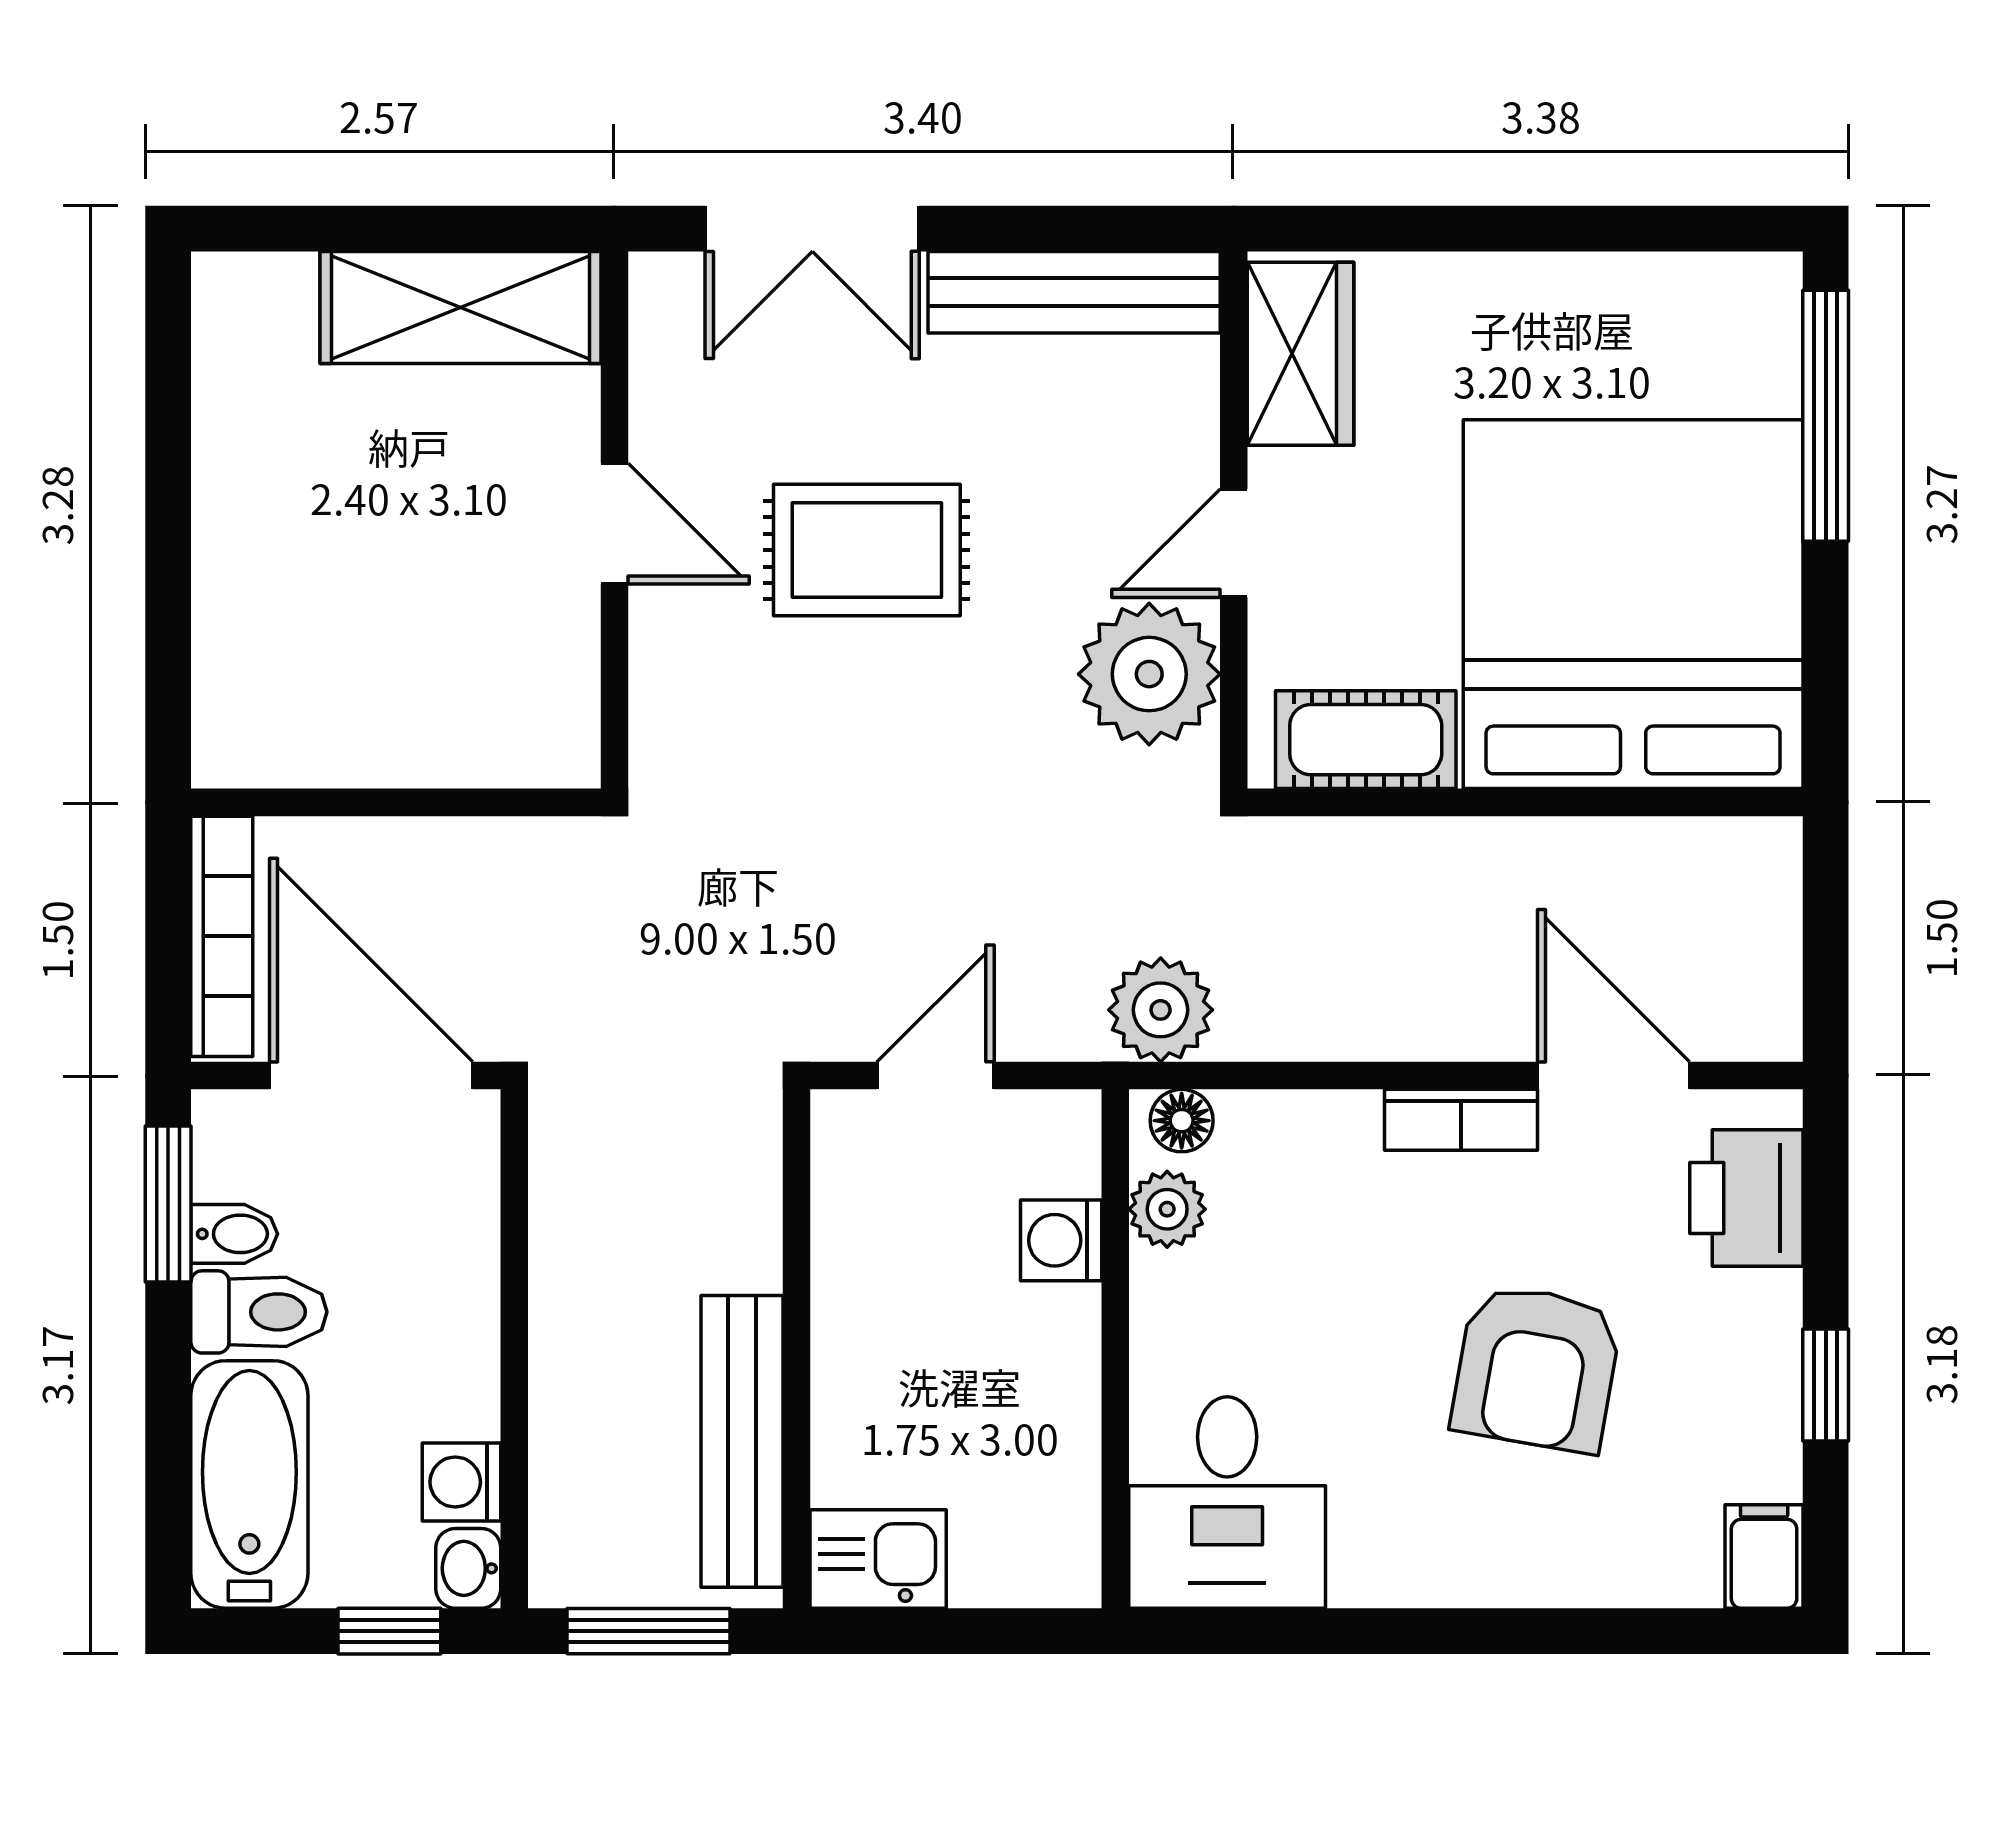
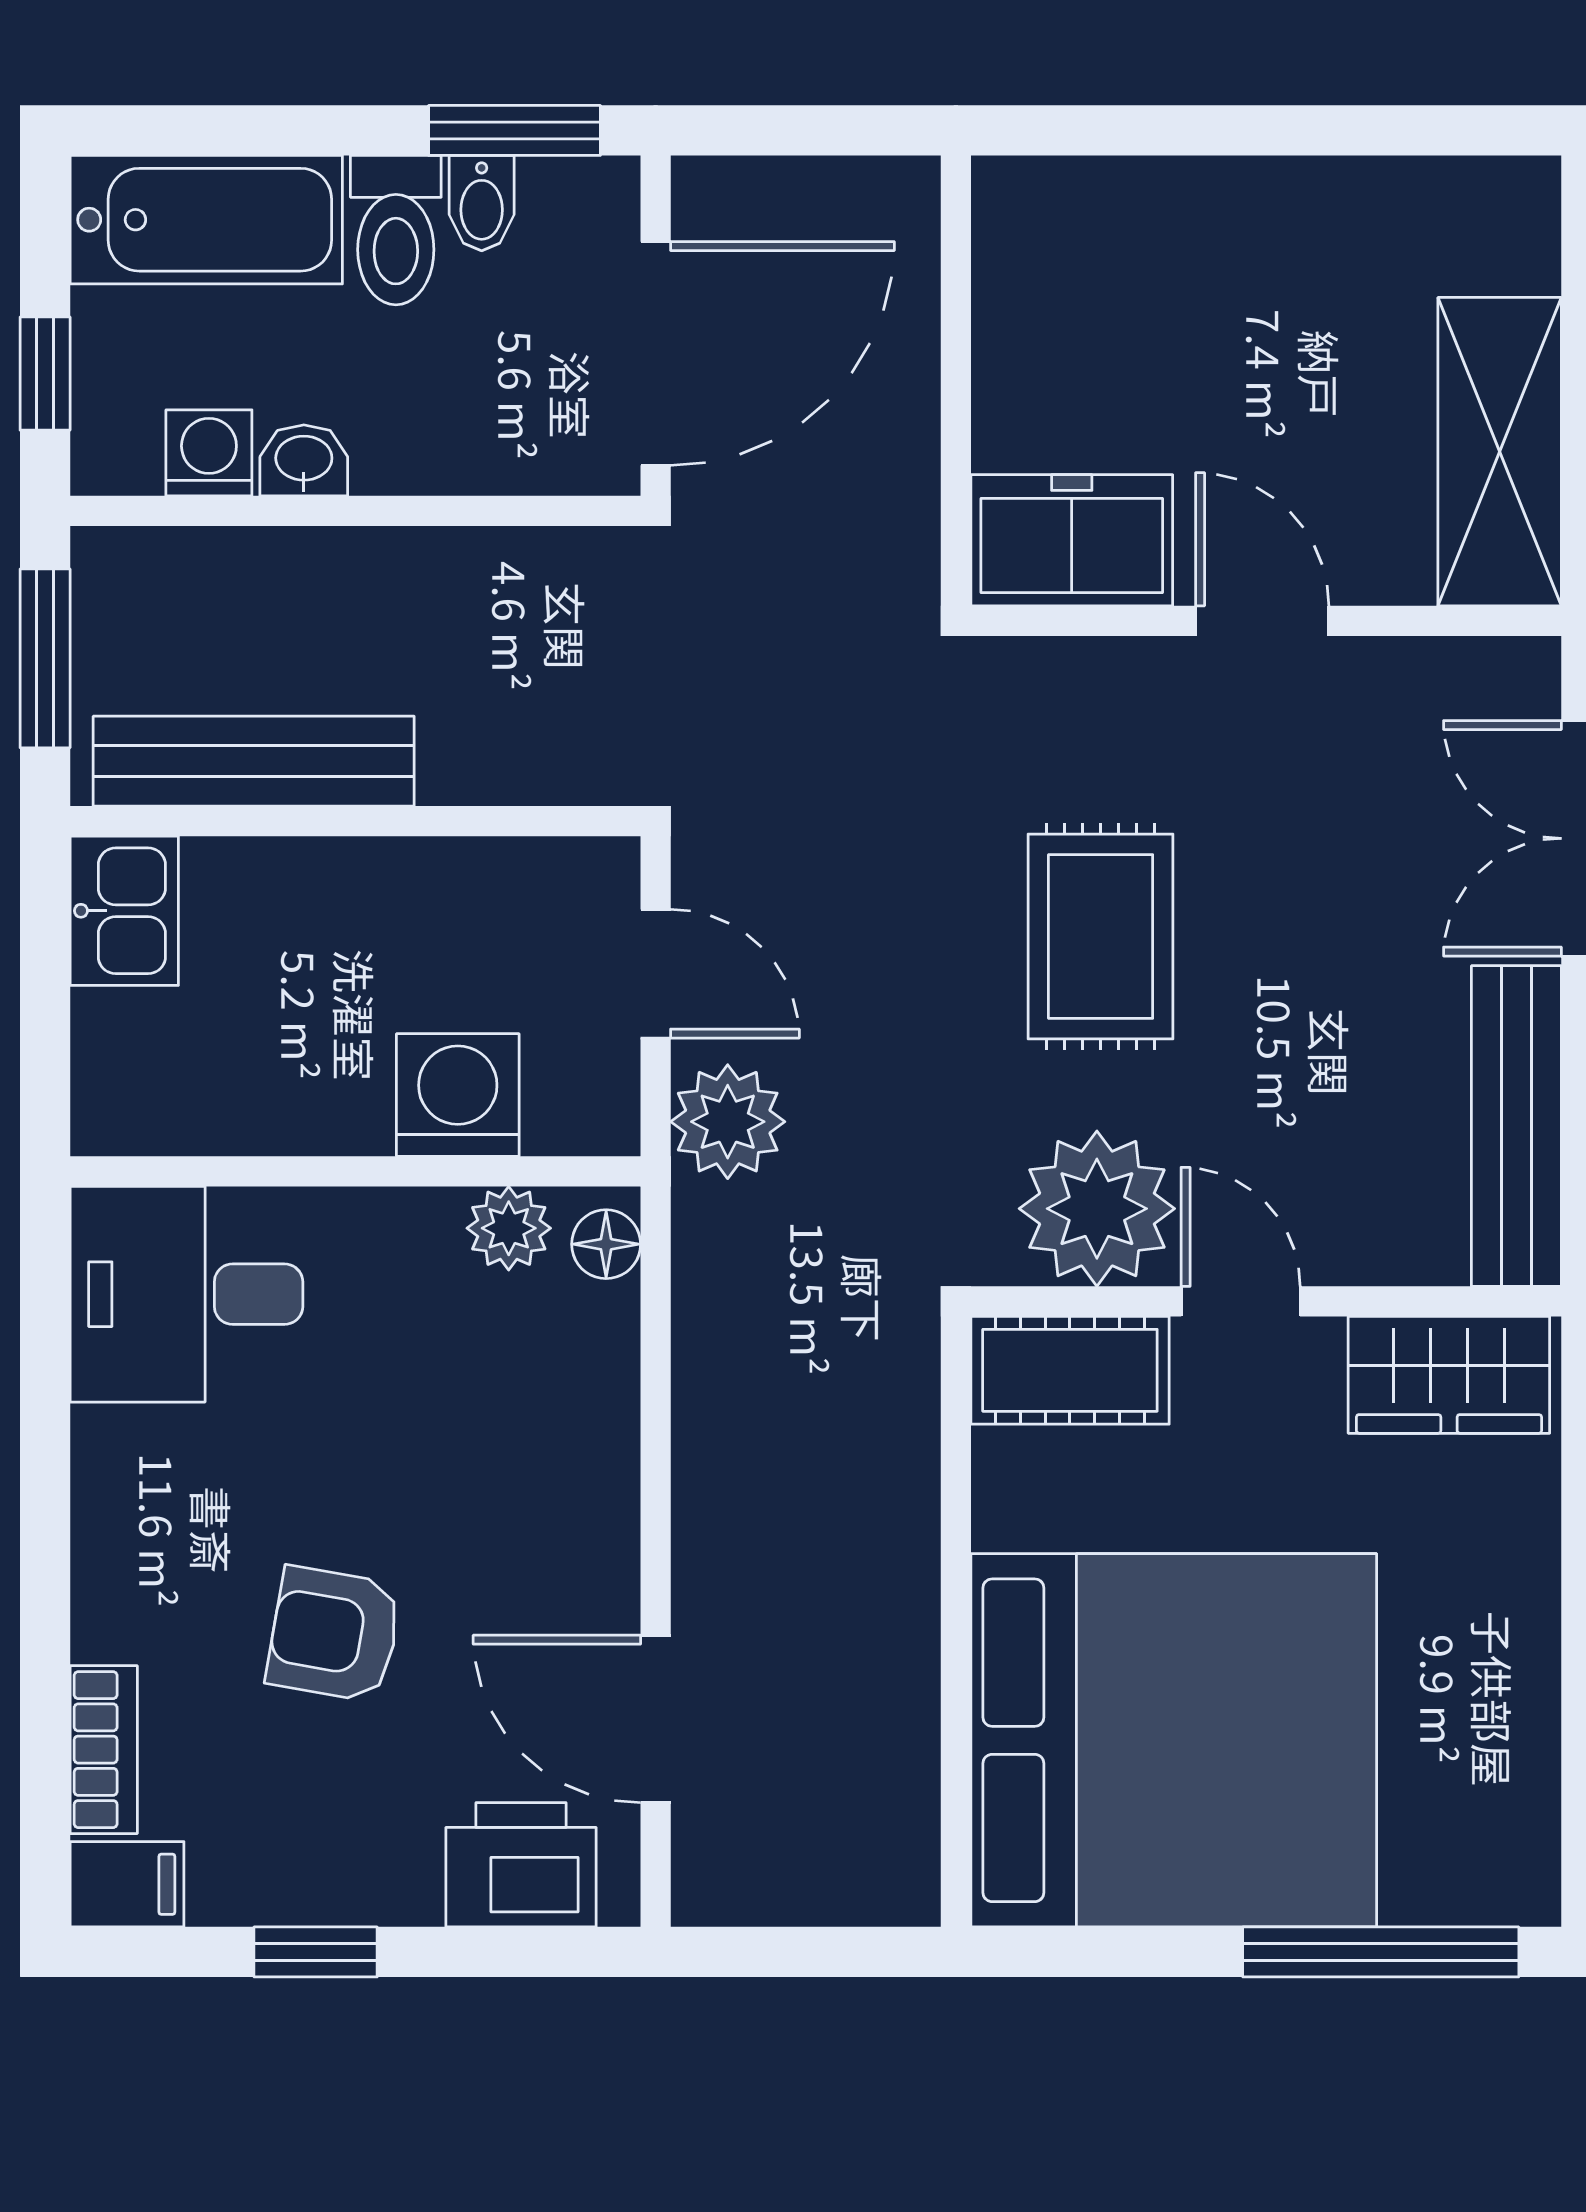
door: (614, 524) -> (1262, 621), swing flipped
rug: (867, 550) -> (1101, 937), moved
freezer: (541, 697) -> (1072, 540), added
cot: (1366, 740) -> (1070, 1370), moved, turned 90
bookcase: (222, 936) -> (809, 189), removed
plant: (1161, 1010) -> (728, 1122), moved
door: (1614, 1076) -> (656, 1719), swing flipped
bookcase: (1461, 1120) -> (104, 1750), moved, turned 180
washing machine: (1061, 1240) -> (458, 1095), width x1.38, depth x1.38
armchair: (1537, 1368) -> (334, 1634), width x0.72, depth x0.72
washbasin: (468, 1568) -> (304, 460), moved

